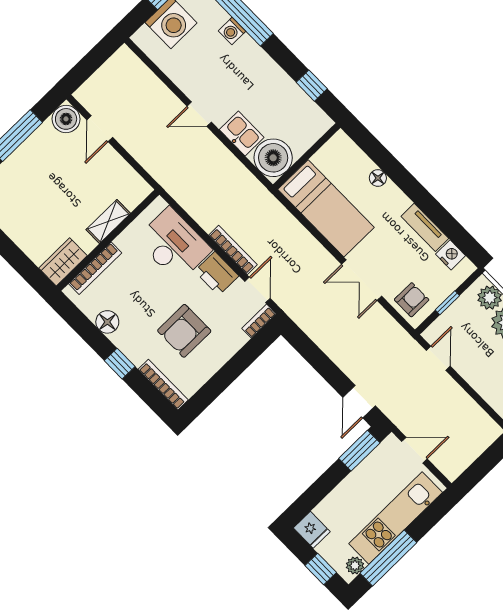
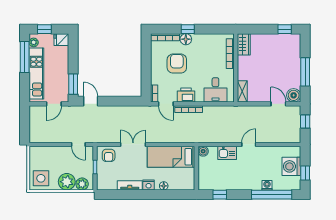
window: (87, 66) -> (305, 121), added
boiler: (273, 158) -> (203, 151), width x0.54, depth x0.54
shelving: (108, 222) -> (242, 91), moved
desk: (174, 245) -> (215, 90), width x0.73
nightstand: (451, 255) -> (149, 185), moved
floor lamp: (107, 322) -> (186, 39), moved

